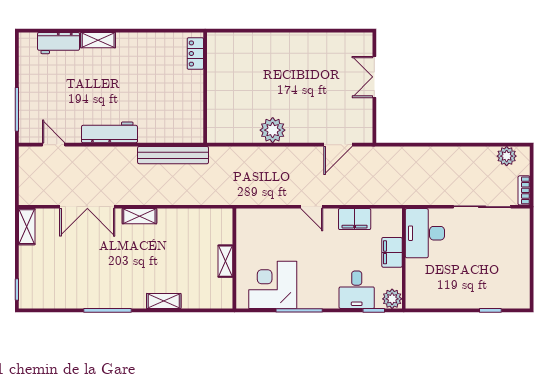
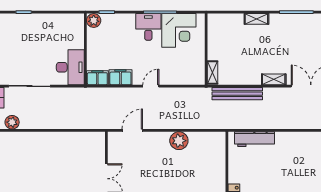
workbench: (109, 132) -> (255, 139), moved
bench: (173, 155) -> (237, 94), moved
door: (312, 207) -> (151, 86), hinge flipped
filing cabinet: (392, 252) -> (97, 78), moved, turned -90
shelving: (225, 261) -> (212, 72), moved
desk: (357, 290) -> (148, 27), moved

